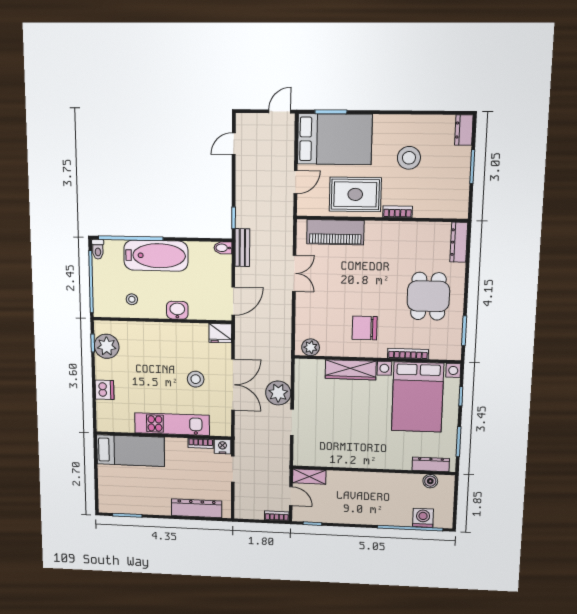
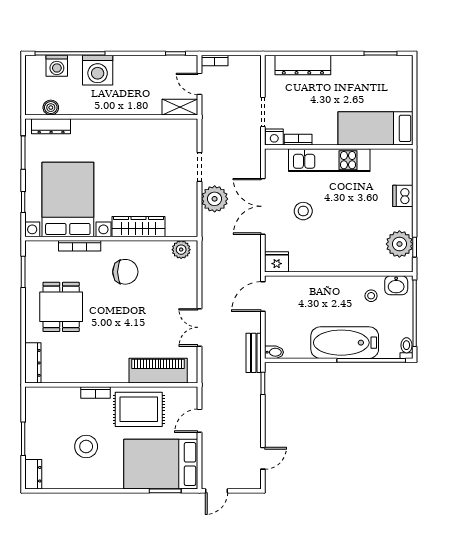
washbasin: (177, 310) -> (396, 285), moved
washing machine: (385, 512) -> (98, 70), added

